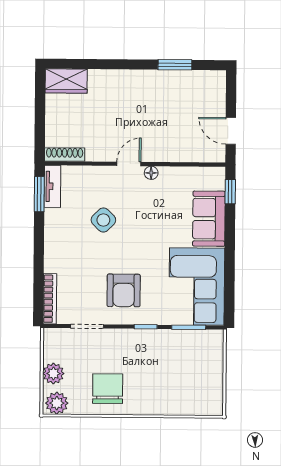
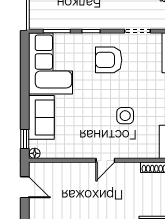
floor lamp: (151, 173) -> (35, 153), moved
side table: (103, 220) -> (125, 116), turned 45
armchair: (124, 290) -> (109, 60), turned -90

